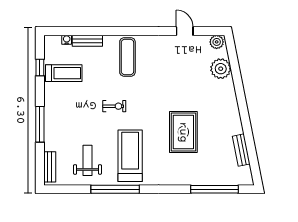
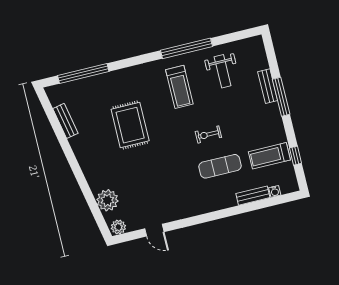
exercise mat: (127, 57) -> (220, 166), moved, turned 90
treadmill: (130, 156) -> (179, 87), width x0.73, depth x0.73
bench: (50, 167) -> (268, 86), moved

